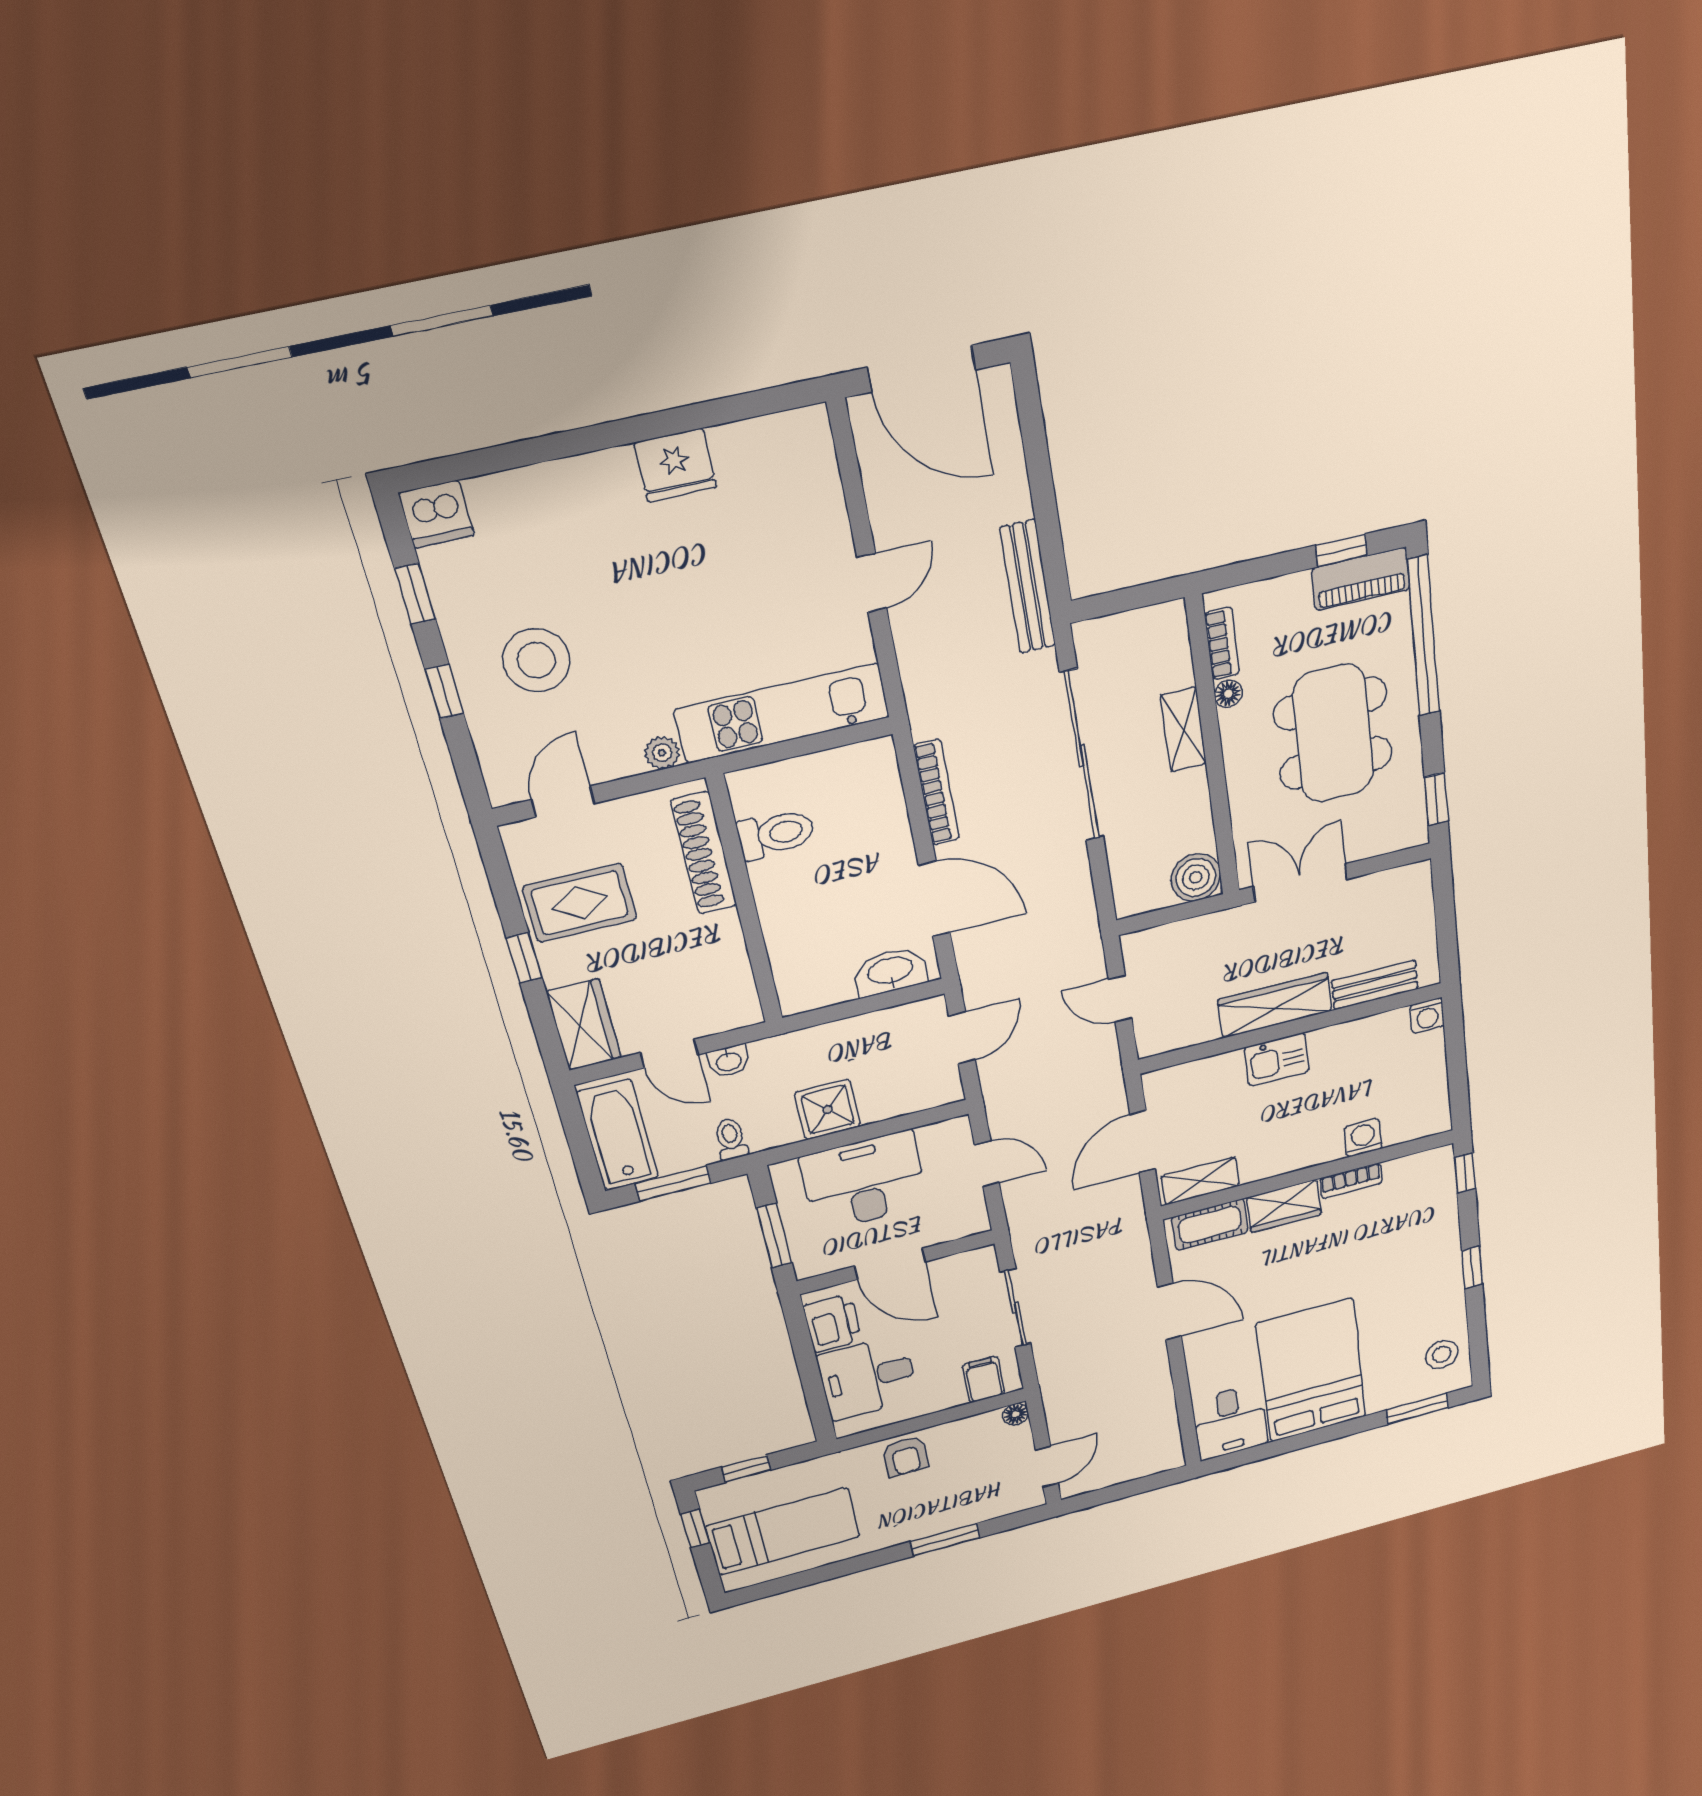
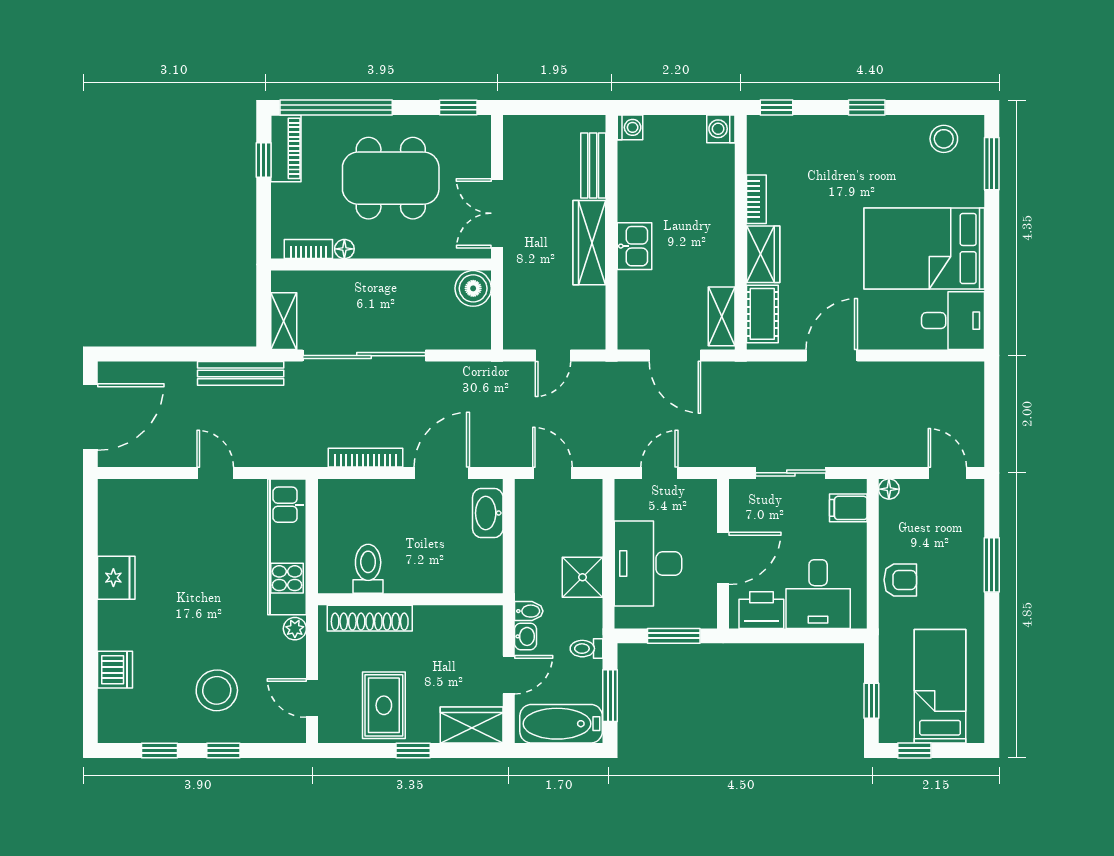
dishwasher: (436, 514) -> (115, 670), moved
shelving: (1183, 730) -> (284, 321), moved, turned 90
bidet: (765, 1056) -> (529, 611), added
washing machine: (1363, 1138) -> (721, 129), moved

